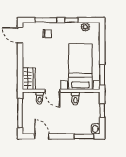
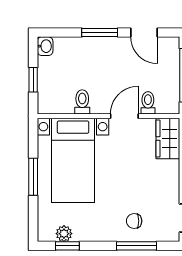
window: (71, 20) -> (67, 246), moved
window: (102, 75) -> (33, 177), moved
door: (52, 91) -> (124, 116), hinge flipped
window: (84, 136) -> (100, 32), moved

